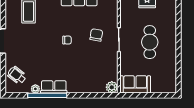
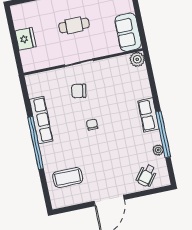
cafe table: (150, 42) -> (74, 25), width x0.73, depth x0.74
row of seats: (54, 87) -> (148, 115), moved

